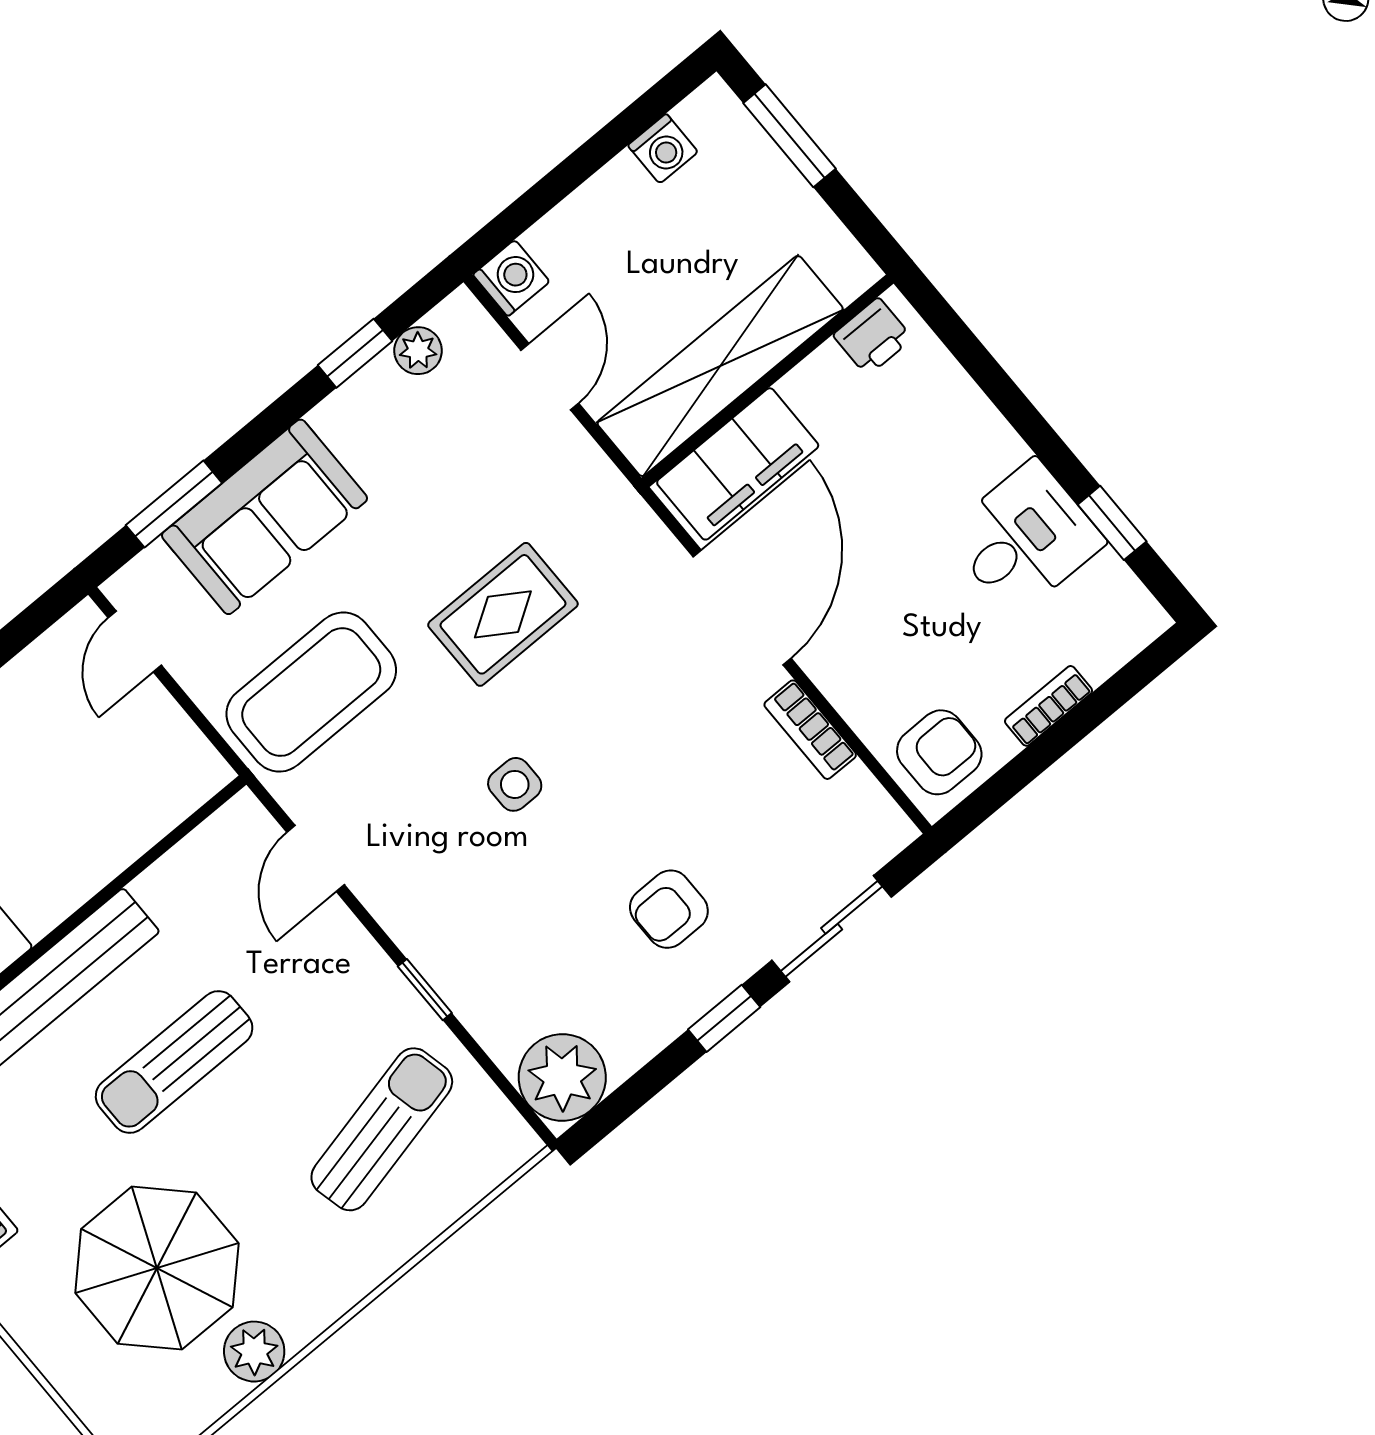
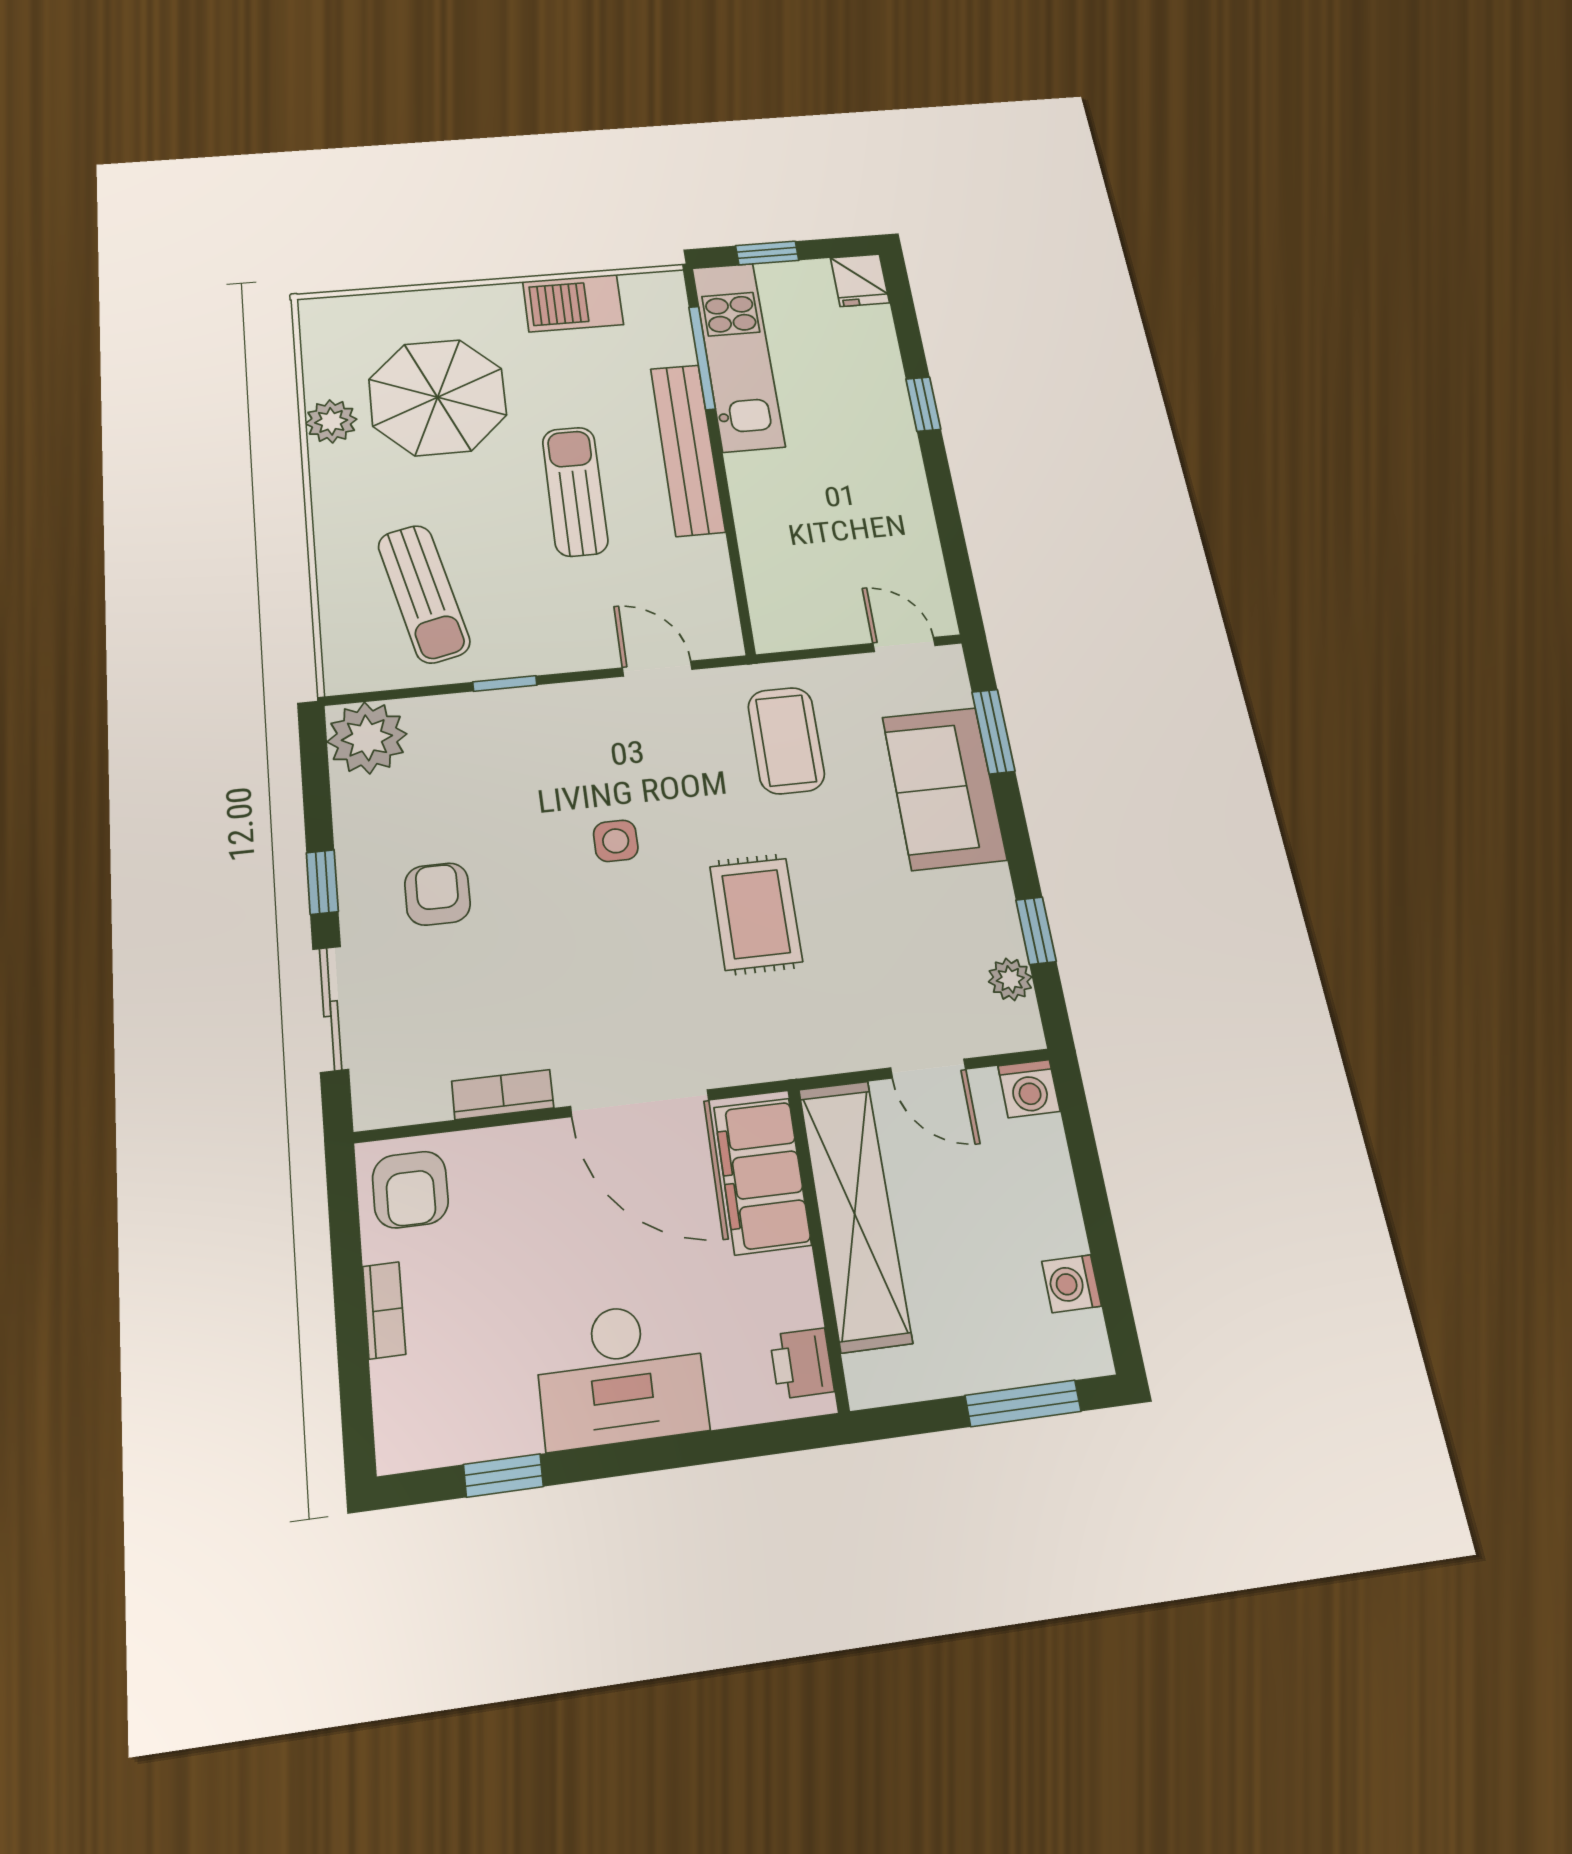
desk: (1025, 538) -> (621, 1375), moved, width x1.37
coffee table: (311, 692) -> (786, 740), width x0.73, depth x0.76

